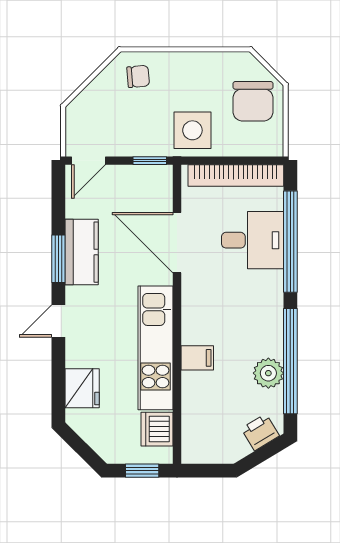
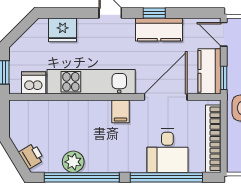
kitchen counter: (141, 181) -> (210, 71), added
window: (58, 259) -> (154, 13), width x0.67
filing cabinet: (197, 358) -> (120, 111), moved

